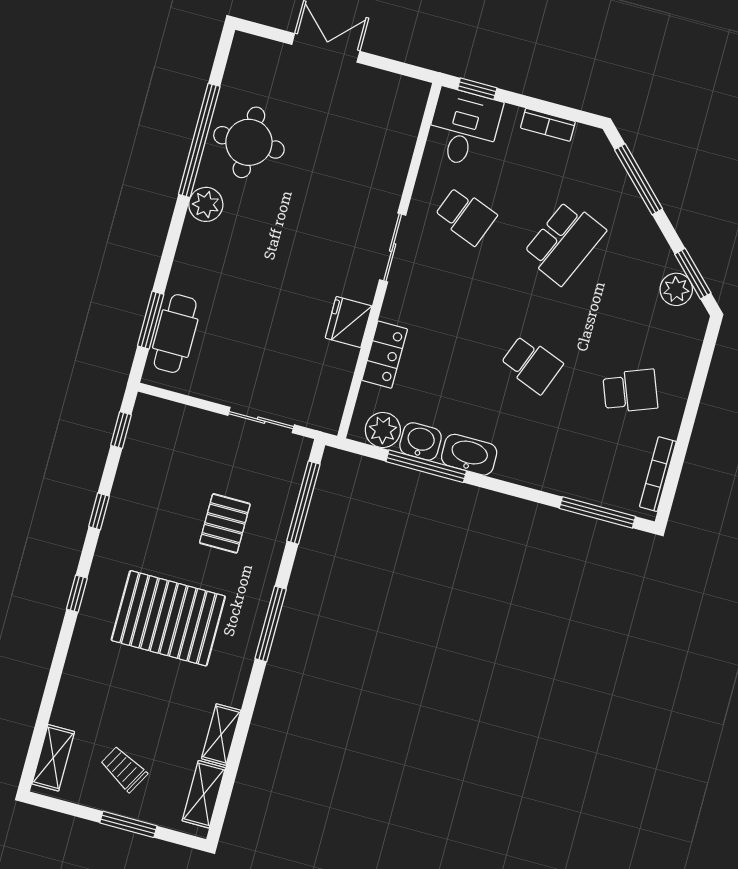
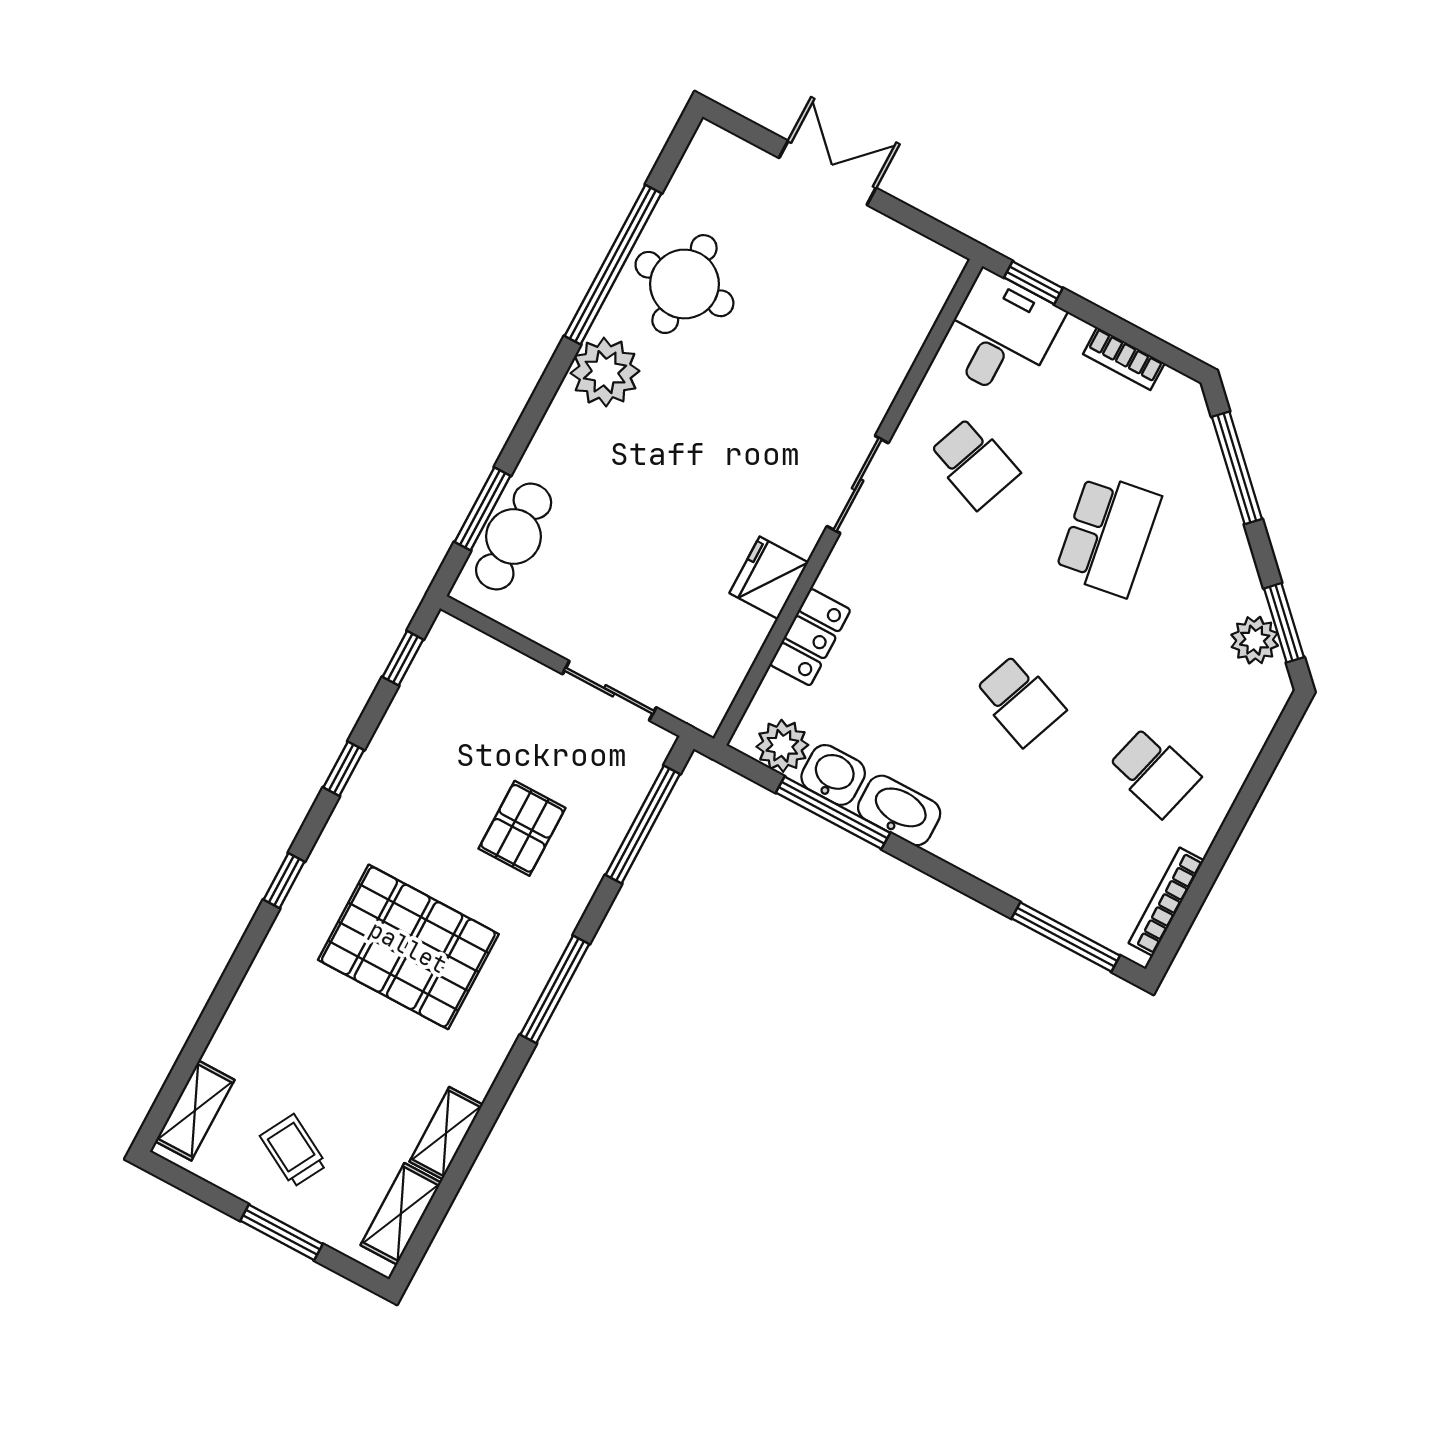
plant: (206, 204) -> (605, 372), width x1.36, depth x1.36
school desk: (564, 243) -> (1108, 535), turned -33
school desk: (630, 391) -> (1154, 772), turned 36

